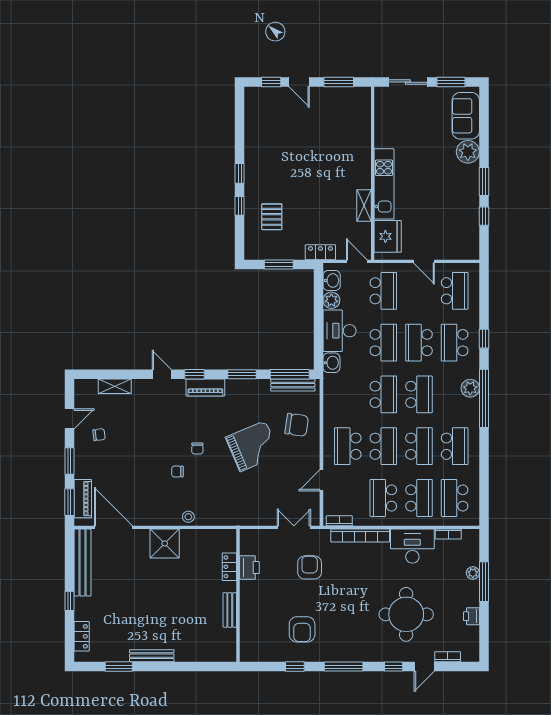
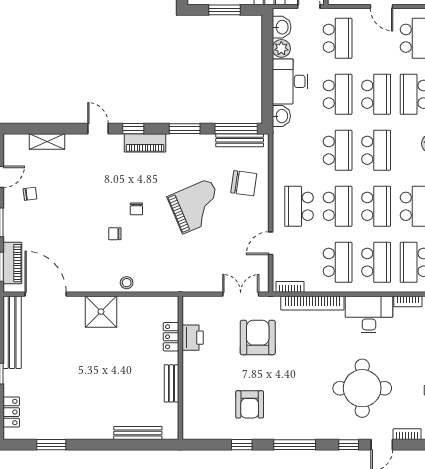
school desk: (419, 343) -> (376, 94), turned 180
school desk: (383, 498) -> (338, 262), turned 180
armchair: (310, 567) -> (258, 337), width x1.36, depth x1.36
bench: (152, 656) -> (138, 433), moved

